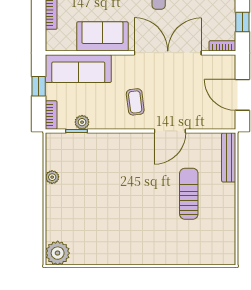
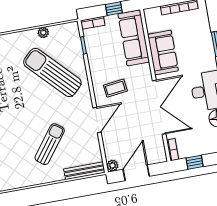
plant: (82, 122) -> (112, 166), moved
door: (170, 131) -> (97, 120), swing flipped
sun lounger: (103, 175) -> (52, 73), added
sun lounger: (189, 194) -> (50, 144), turned -53

